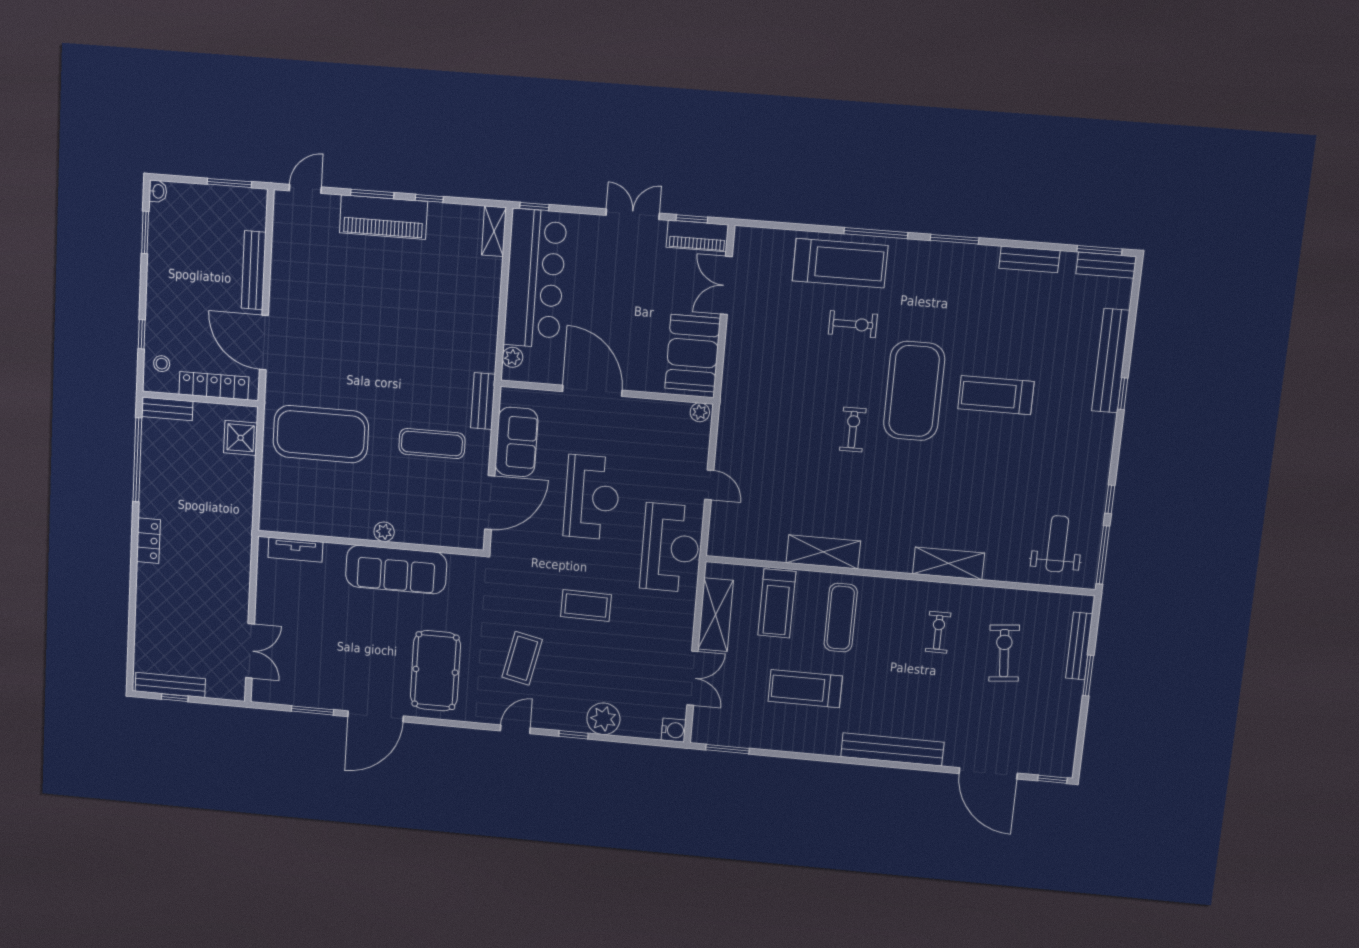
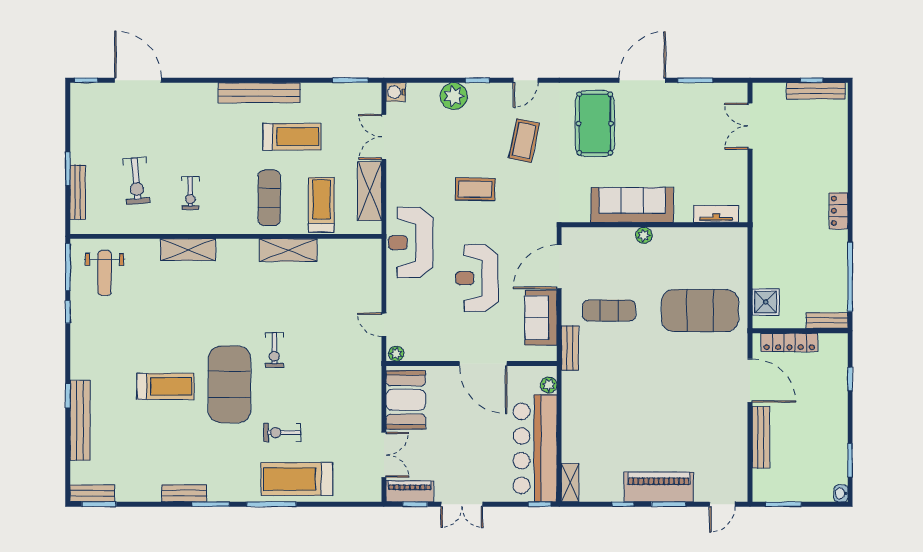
bench: (1029, 259) -> (184, 493), moved
stool: (162, 364) -> (833, 357), removed
door: (709, 485) -> (384, 325), moved
bench: (892, 749) -> (259, 93), moved

